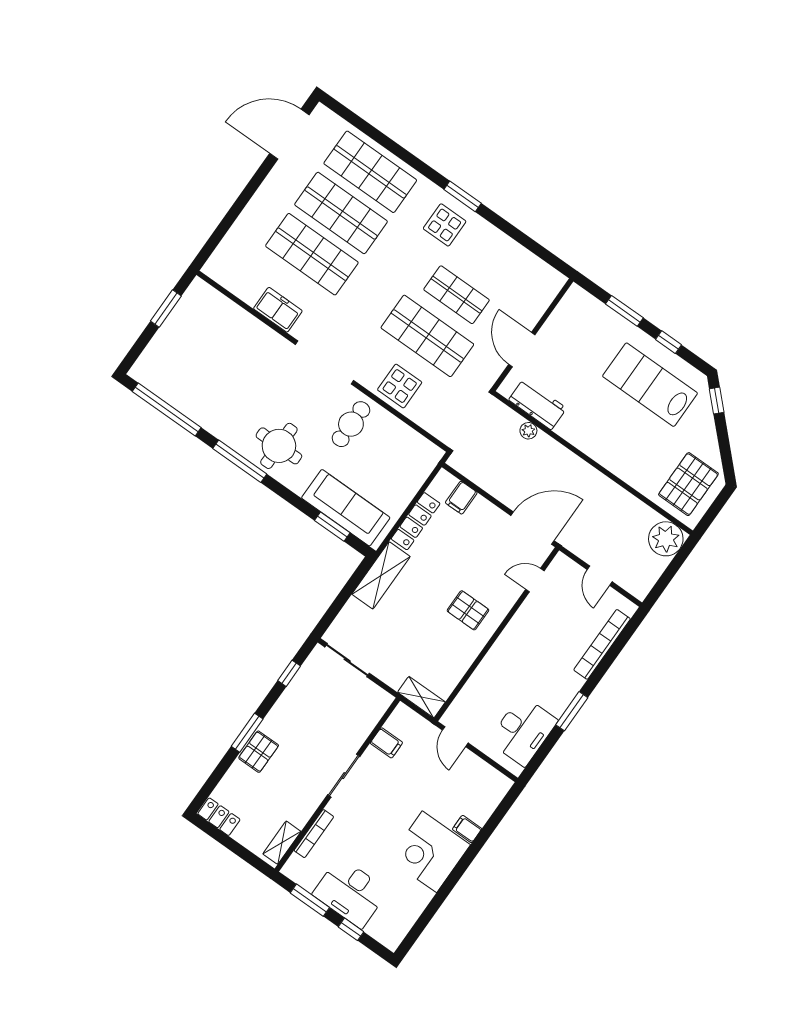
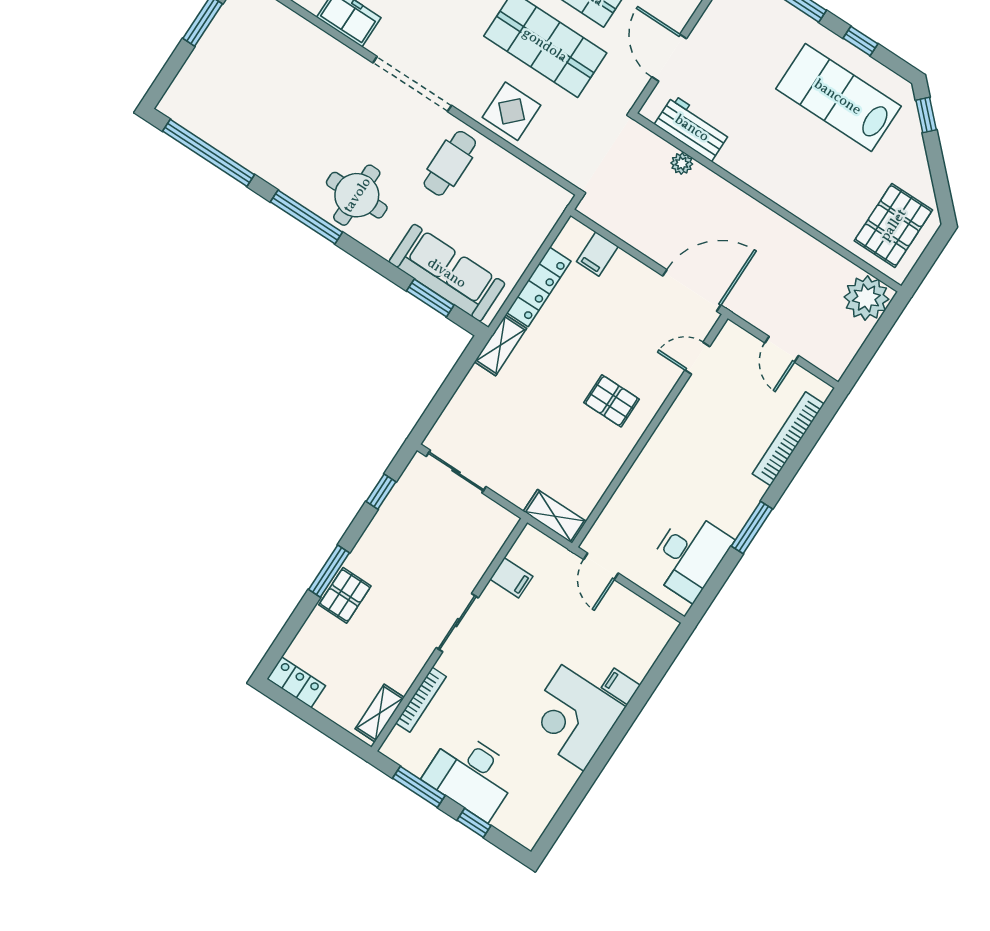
shelving: (381, 575) -> (500, 345), width x0.67, depth x0.75

